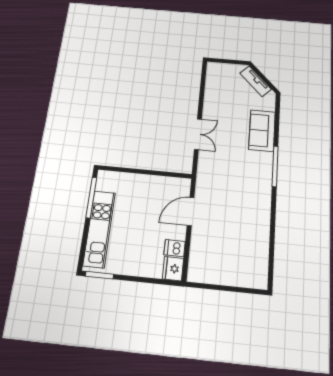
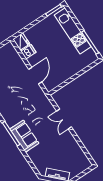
sofa: (262, 131) -> (24, 136), moved

